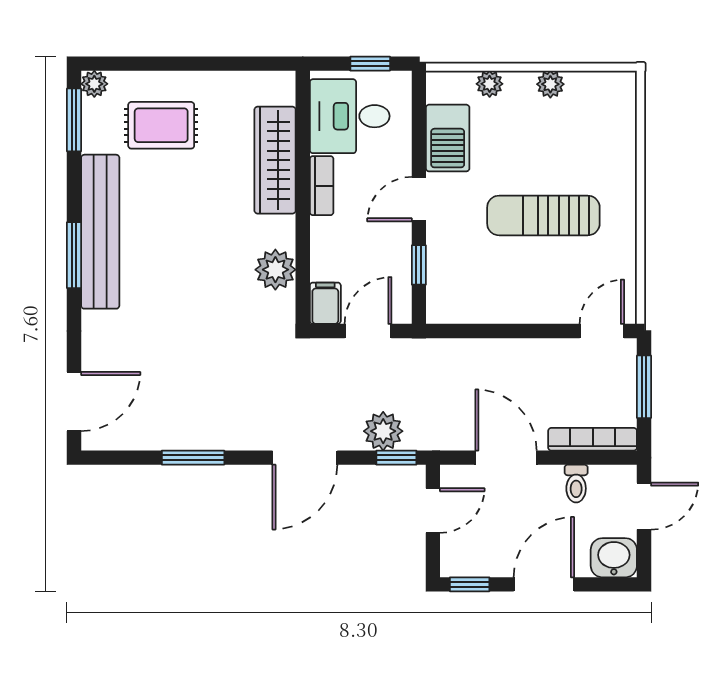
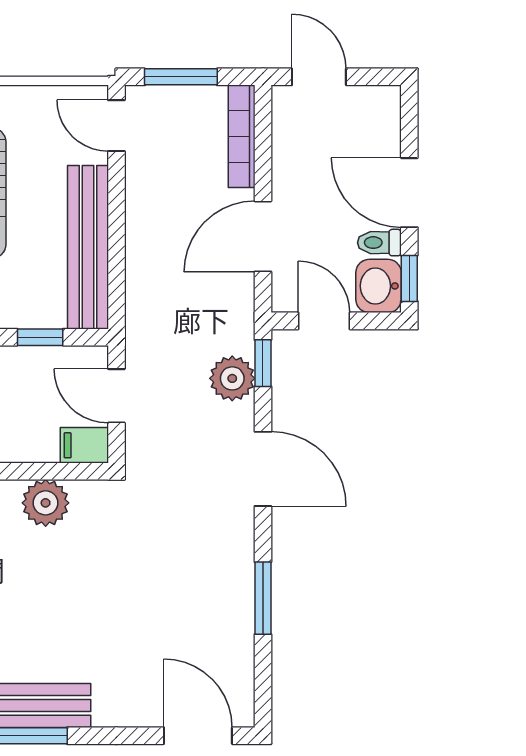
bench: (497, 306) -> (88, 247), added
toilet: (576, 484) -> (379, 243), moved, turned 180
washbasin: (614, 558) -> (379, 286), moved

